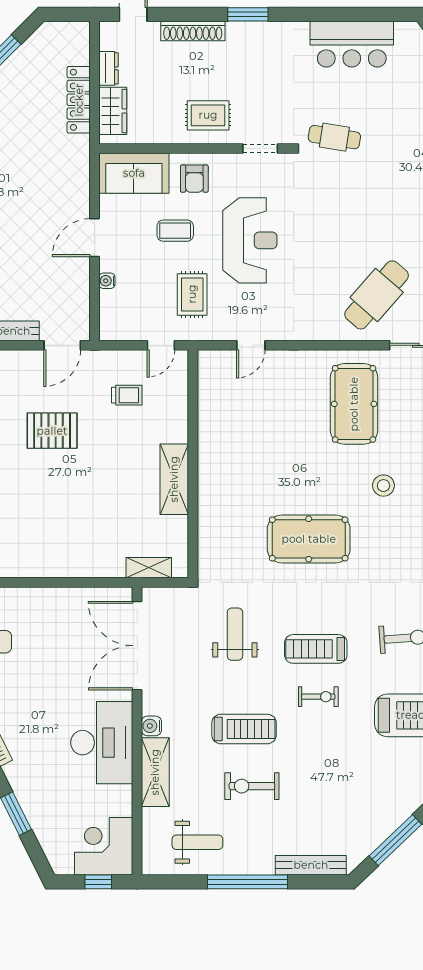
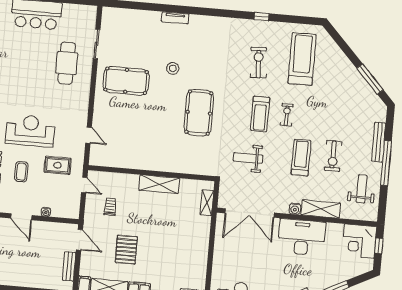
cafe table: (377, 295) -> (67, 63), turned 49
bench: (311, 865) -> (379, 142), moved

